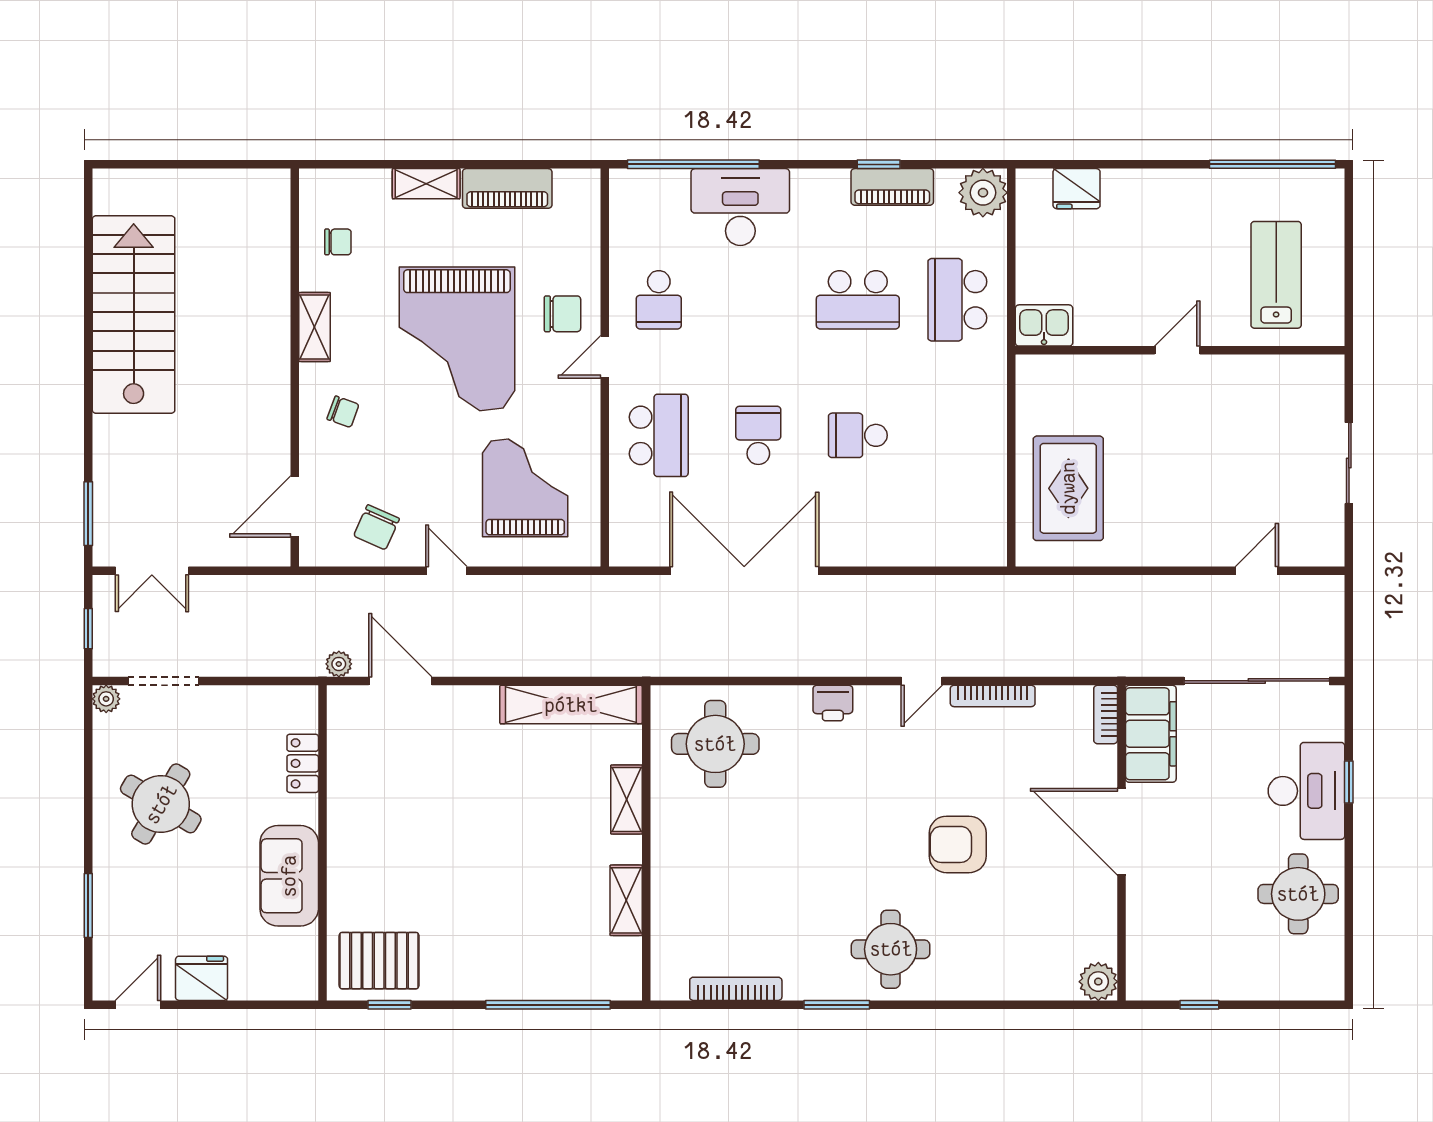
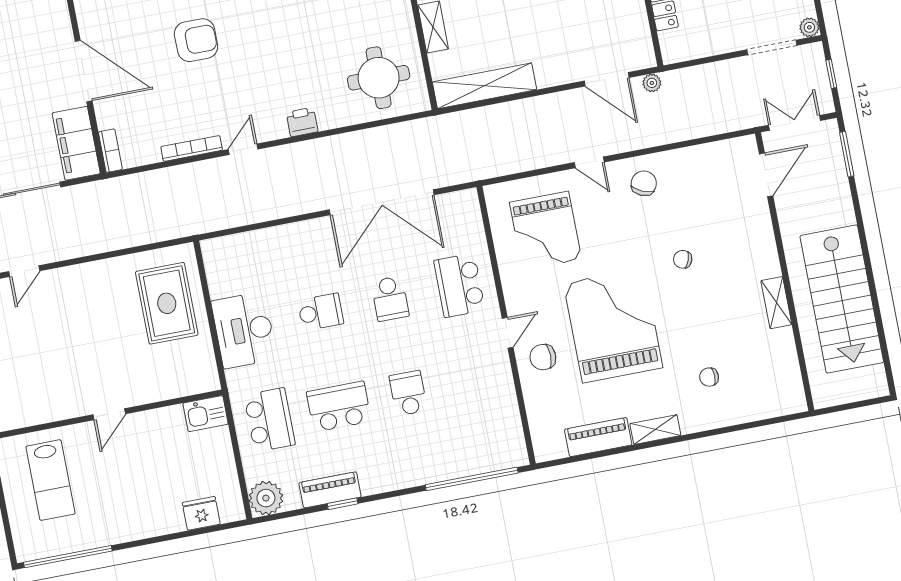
desk: (740, 207) -> (244, 330), moved, turned 90
school desk: (659, 300) -> (408, 393), moved
shelving: (315, 327) -> (776, 303), moved
wall: (295, 368) -> (785, 272), moved
door: (295, 507) -> (766, 175), moved

